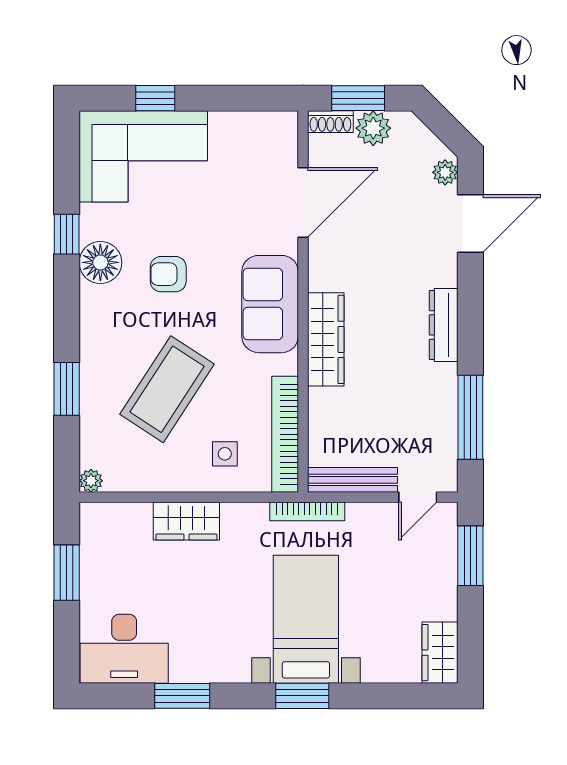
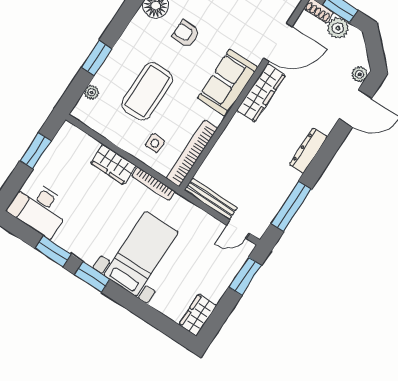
wardrobe: (326, 339) -> (261, 93), moved
coffee table: (167, 389) -> (147, 91), turned -33
plant: (91, 481) -> (92, 92), moved
bookcase: (307, 511) -> (153, 184), moved
window: (302, 696) -> (92, 277), moved

